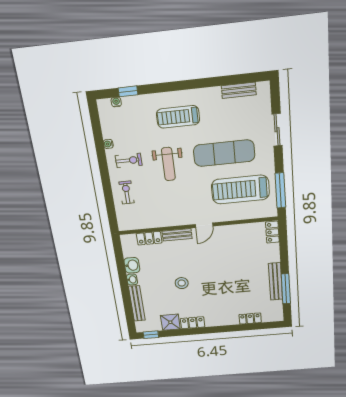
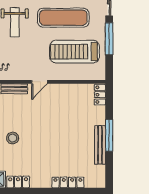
window: (280, 190) -> (109, 39), moved
window: (286, 289) -> (109, 135), moved
locker: (250, 319) -> (68, 182), width x1.53

